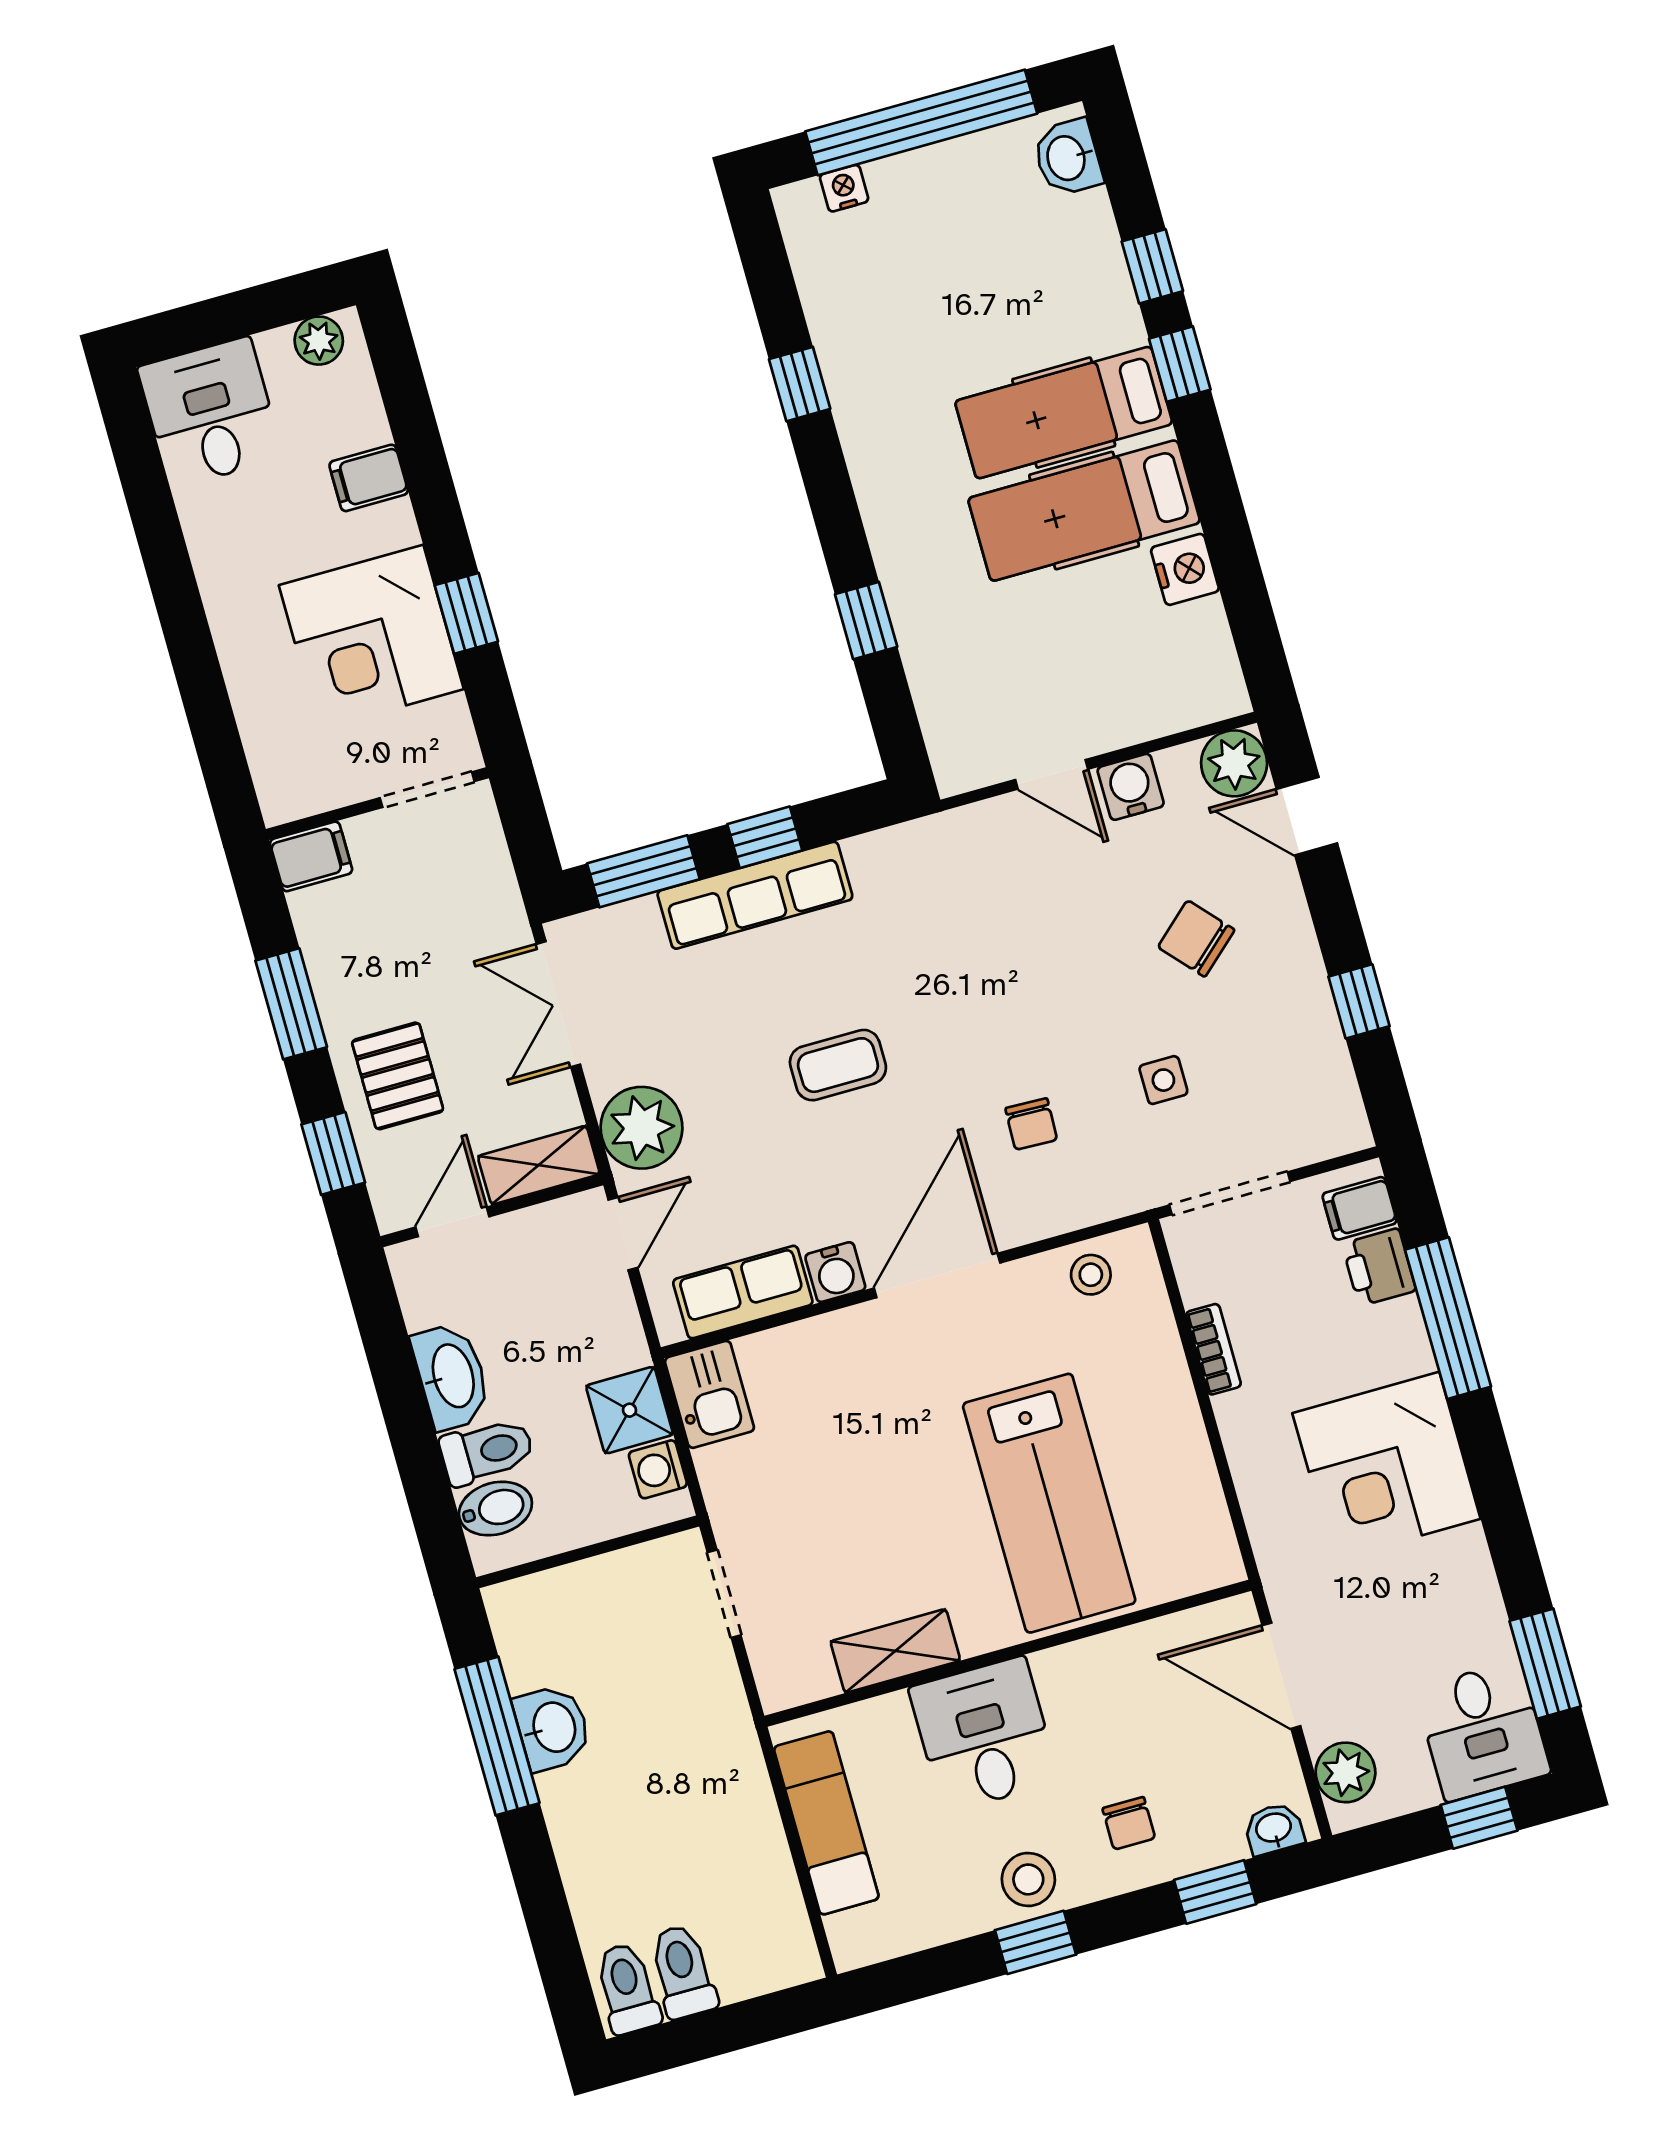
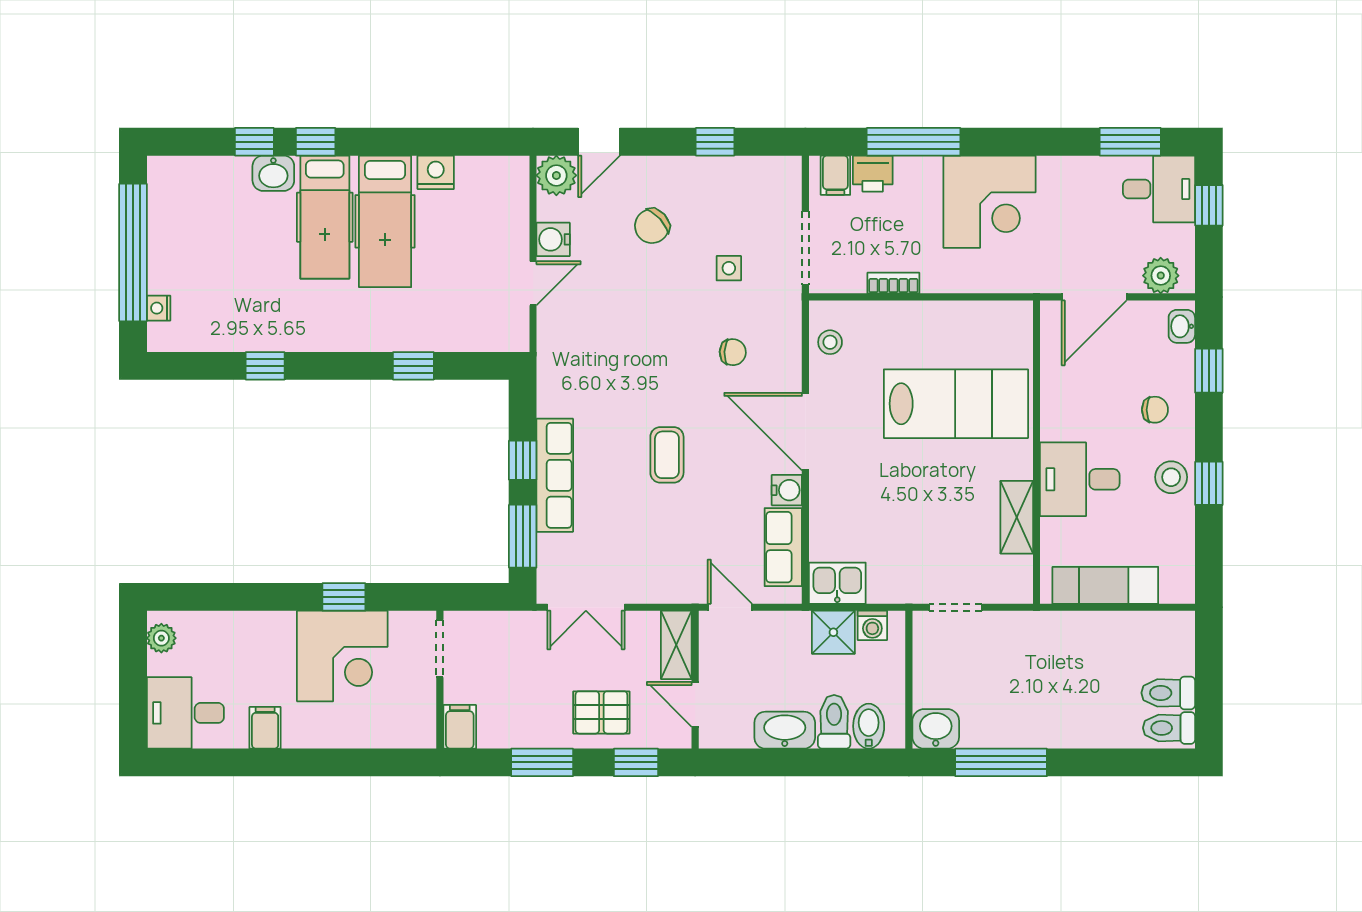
washbasin: (1068, 158) -> (273, 173), moved
filing cabinet: (369, 478) -> (265, 728), moved, turned 180
plant: (642, 1128) -> (671, 579), removed
washbasin: (552, 1728) -> (936, 729), moved

